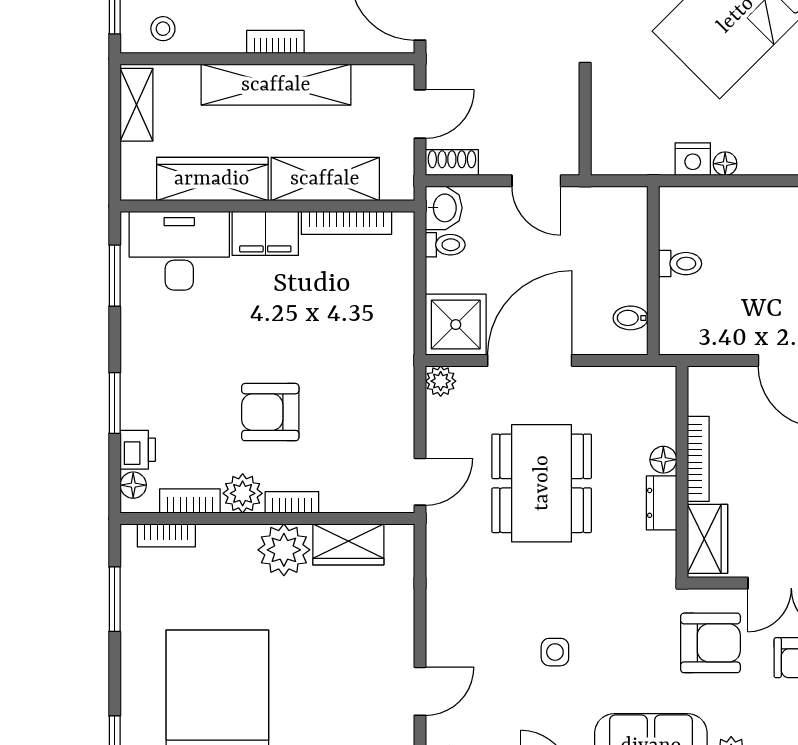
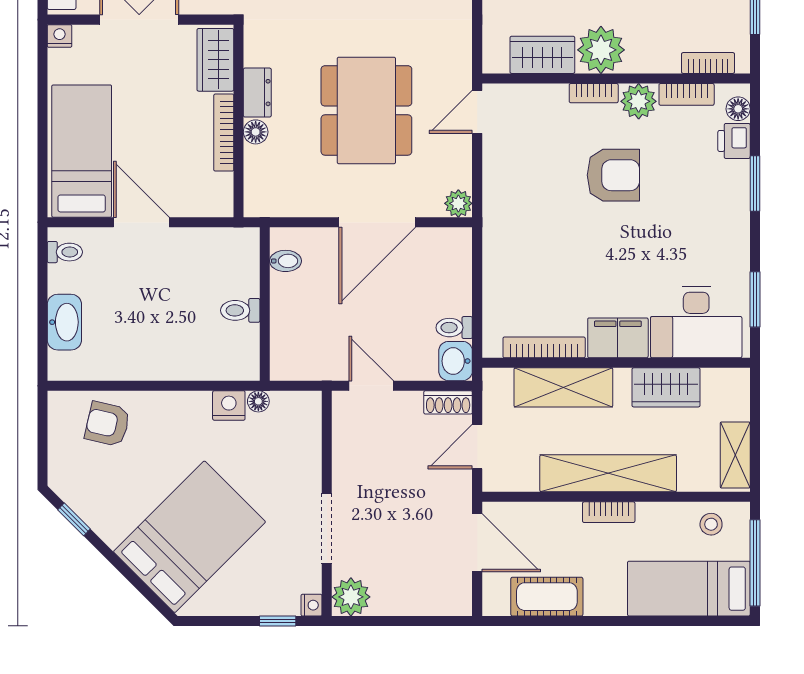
floor lamp: (725, 164) -> (258, 401), moved
wardrobe: (212, 179) -> (666, 387), width x0.67
shower: (456, 325) -> (445, 255), removed

